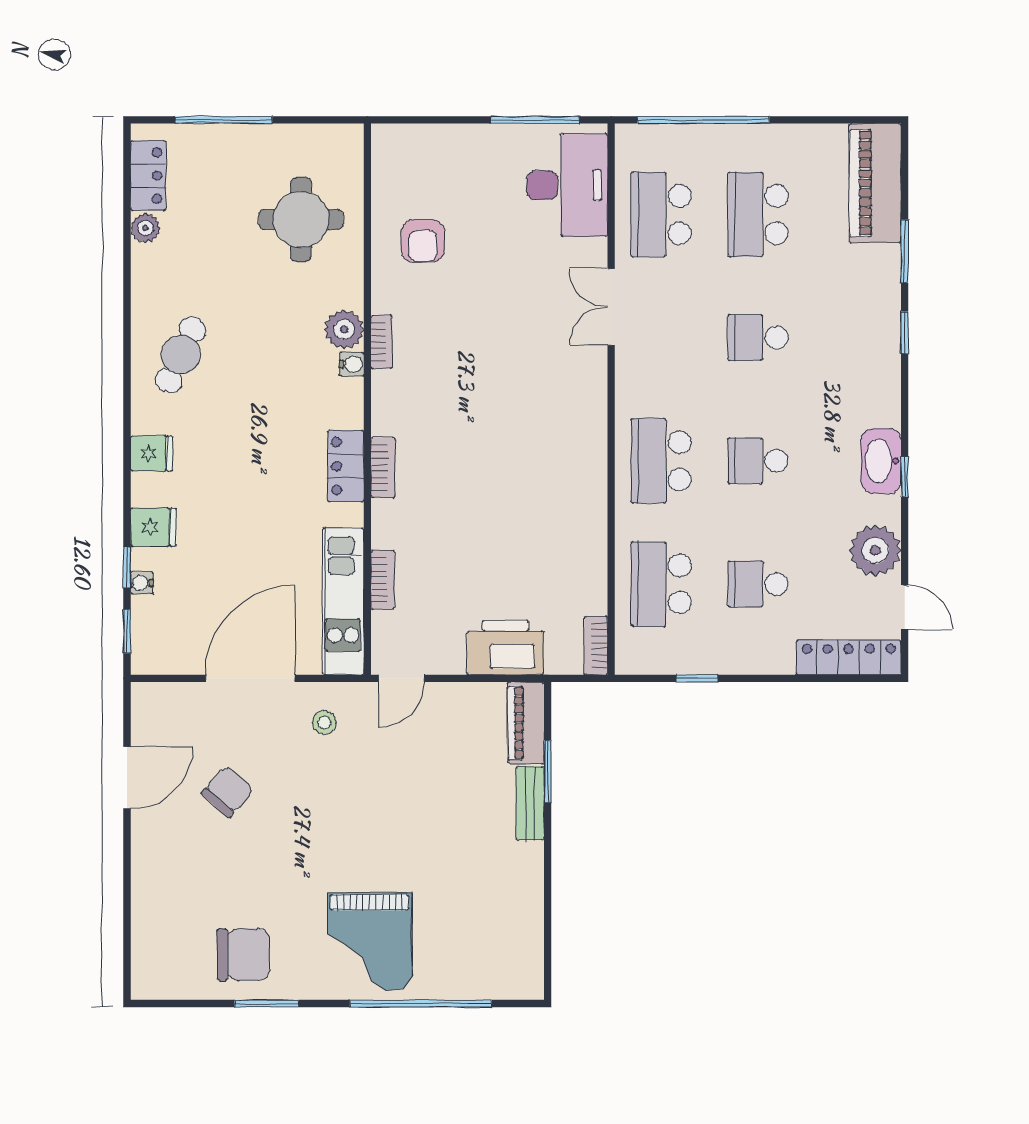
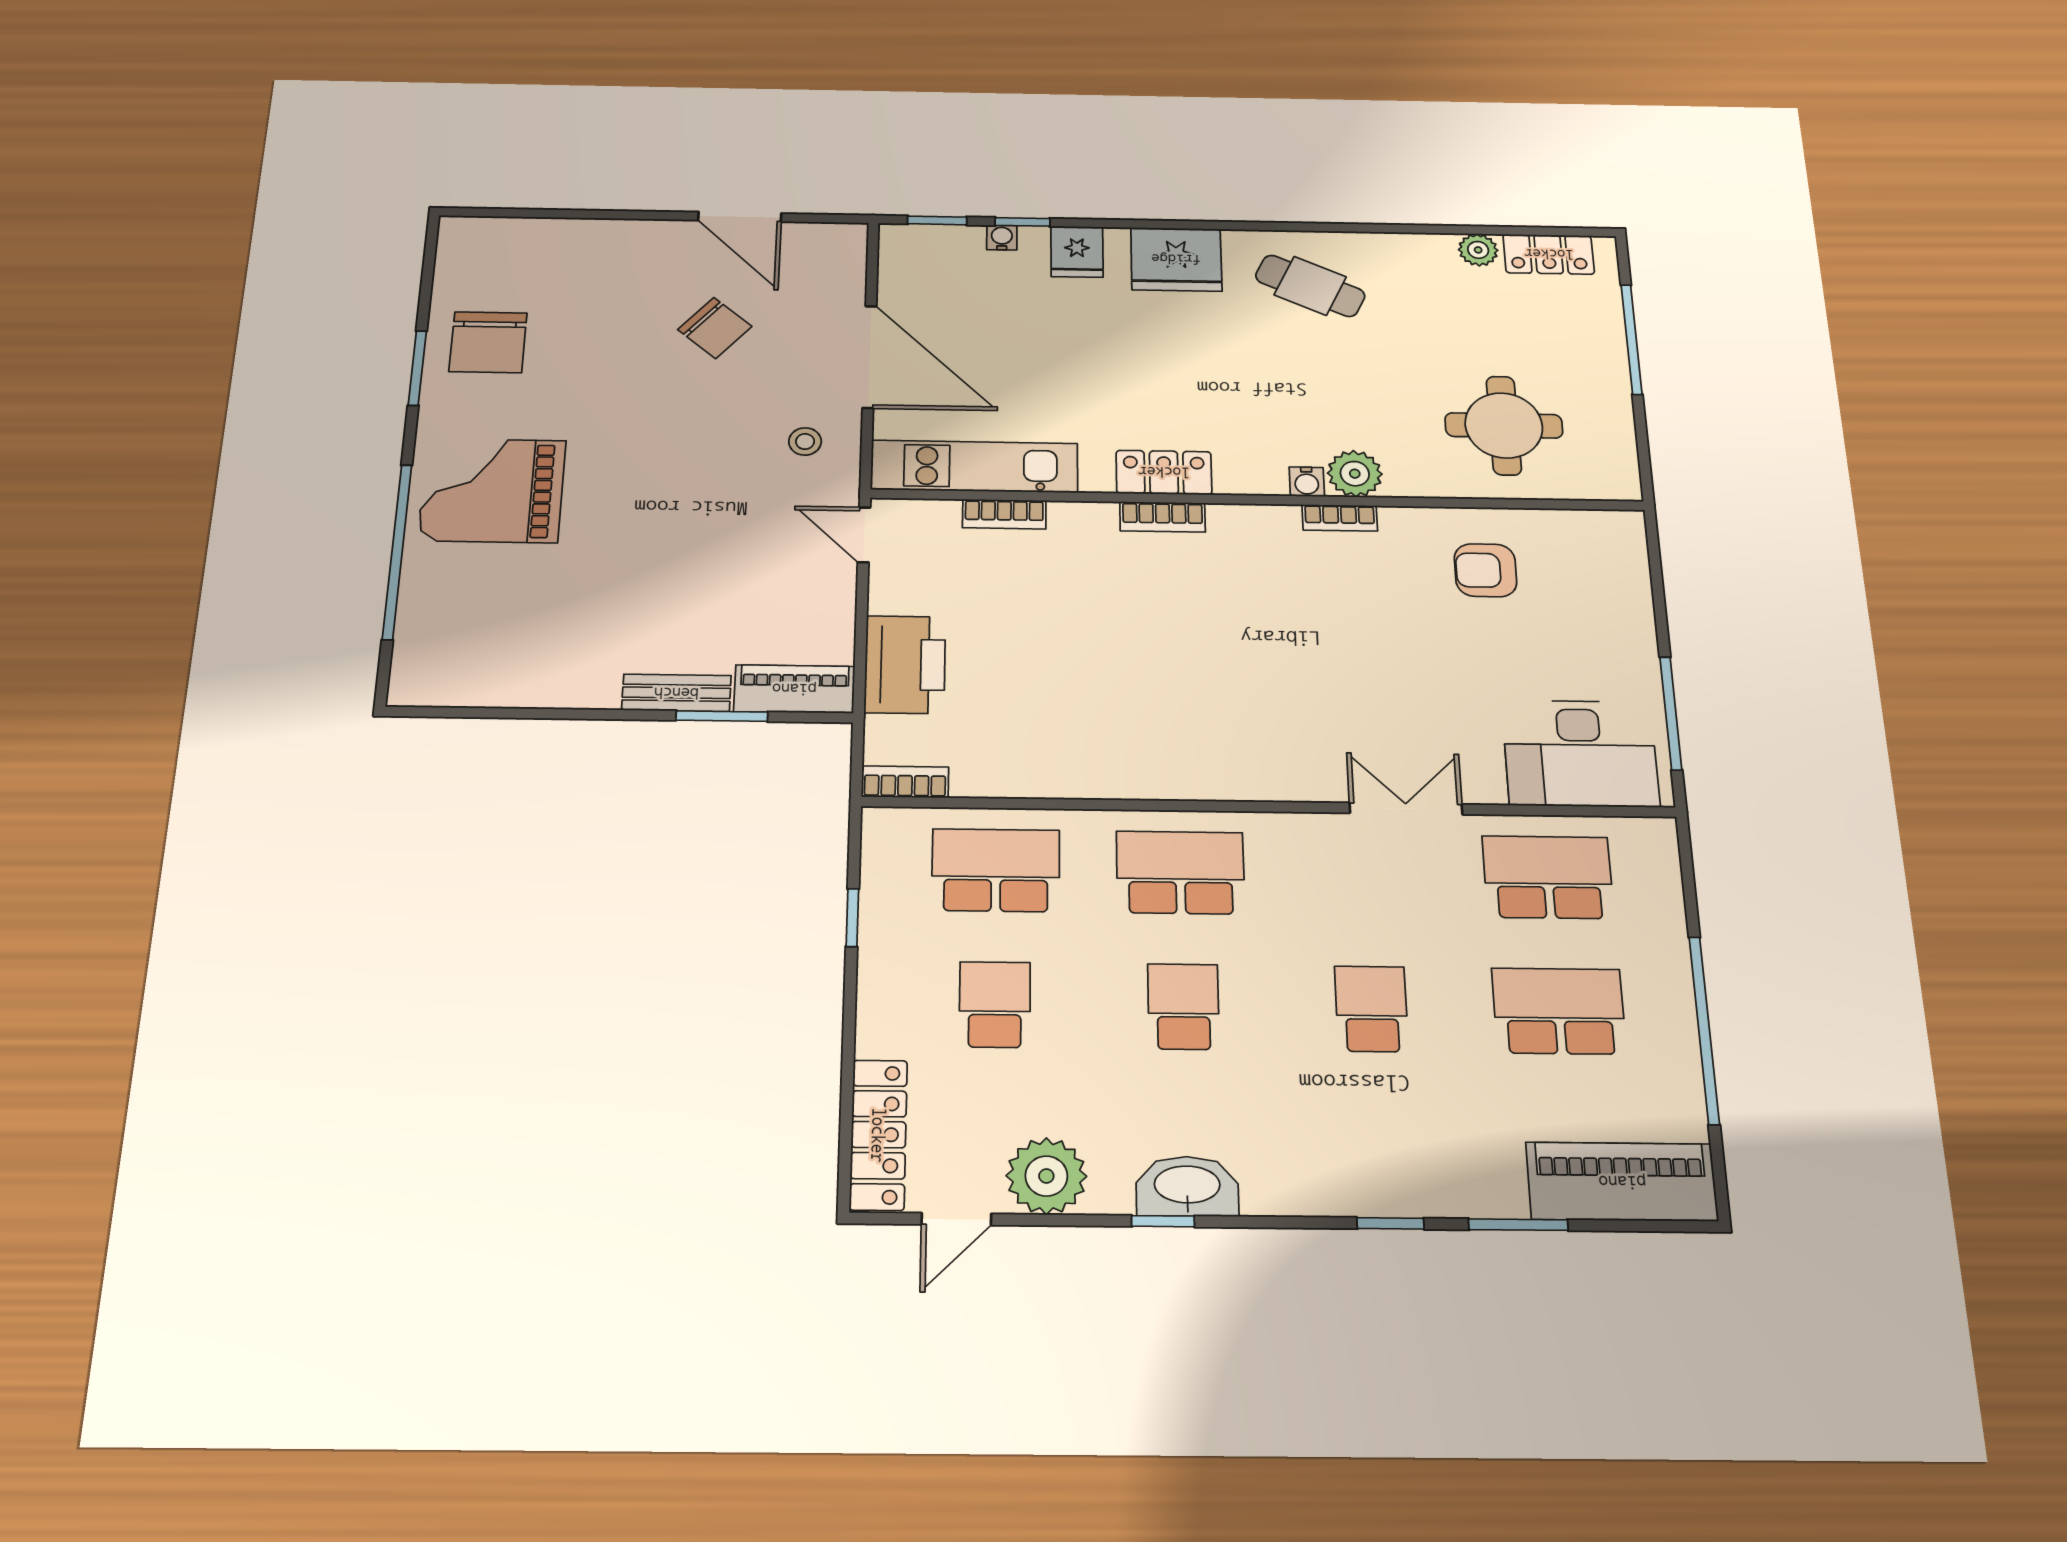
window: (703, 120) -> (1704, 1030), moved
fridge: (152, 453) -> (1176, 259), width x1.88, depth x1.34

